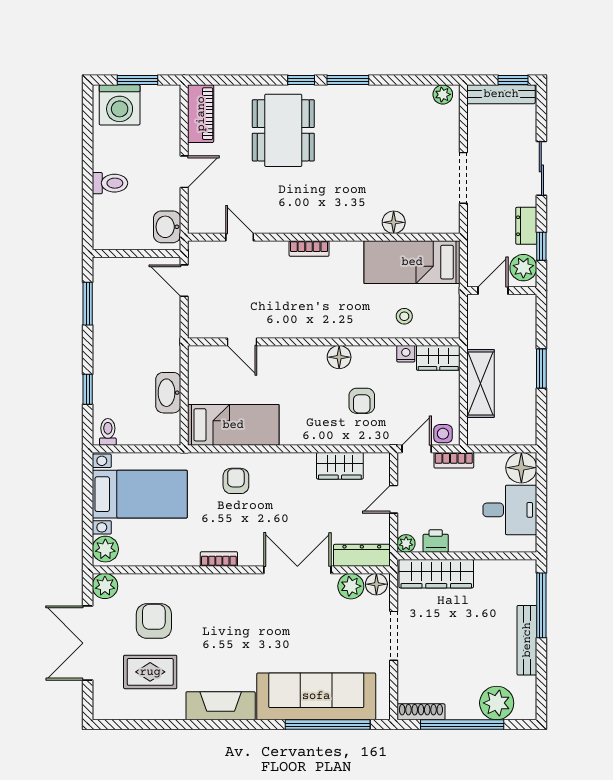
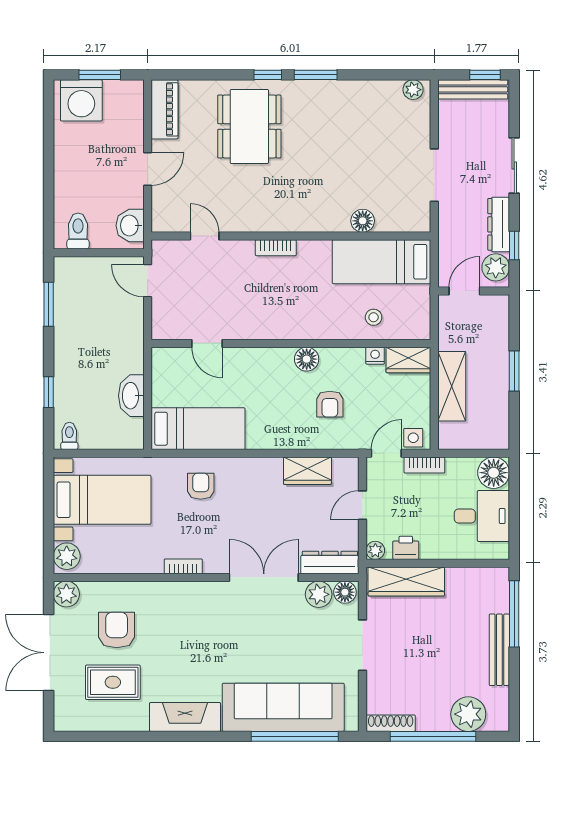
toilet: (110, 183) -> (78, 231), moved, turned -90
dresser: (526, 226) -> (499, 224), width x1.44

